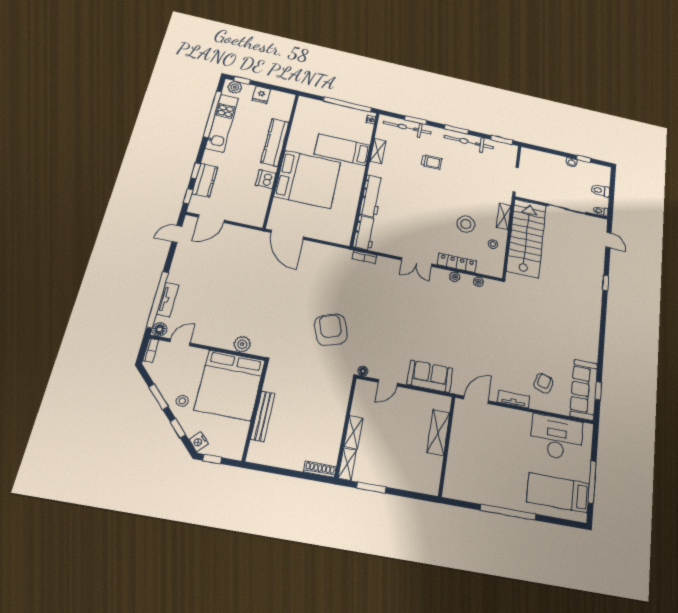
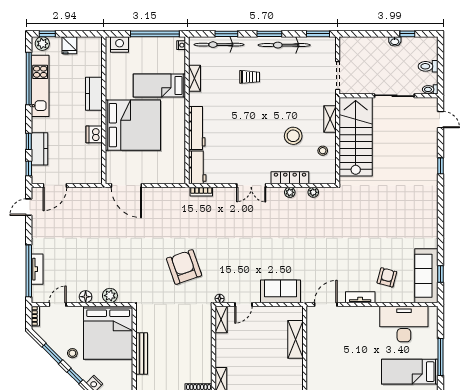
nightstand: (311, 105) -> (120, 44), added
kitchen counter: (275, 142) -> (94, 94), width x0.67
floor lamp: (159, 329) -> (86, 297), moved
shelving: (353, 432) -> (221, 320), moved

